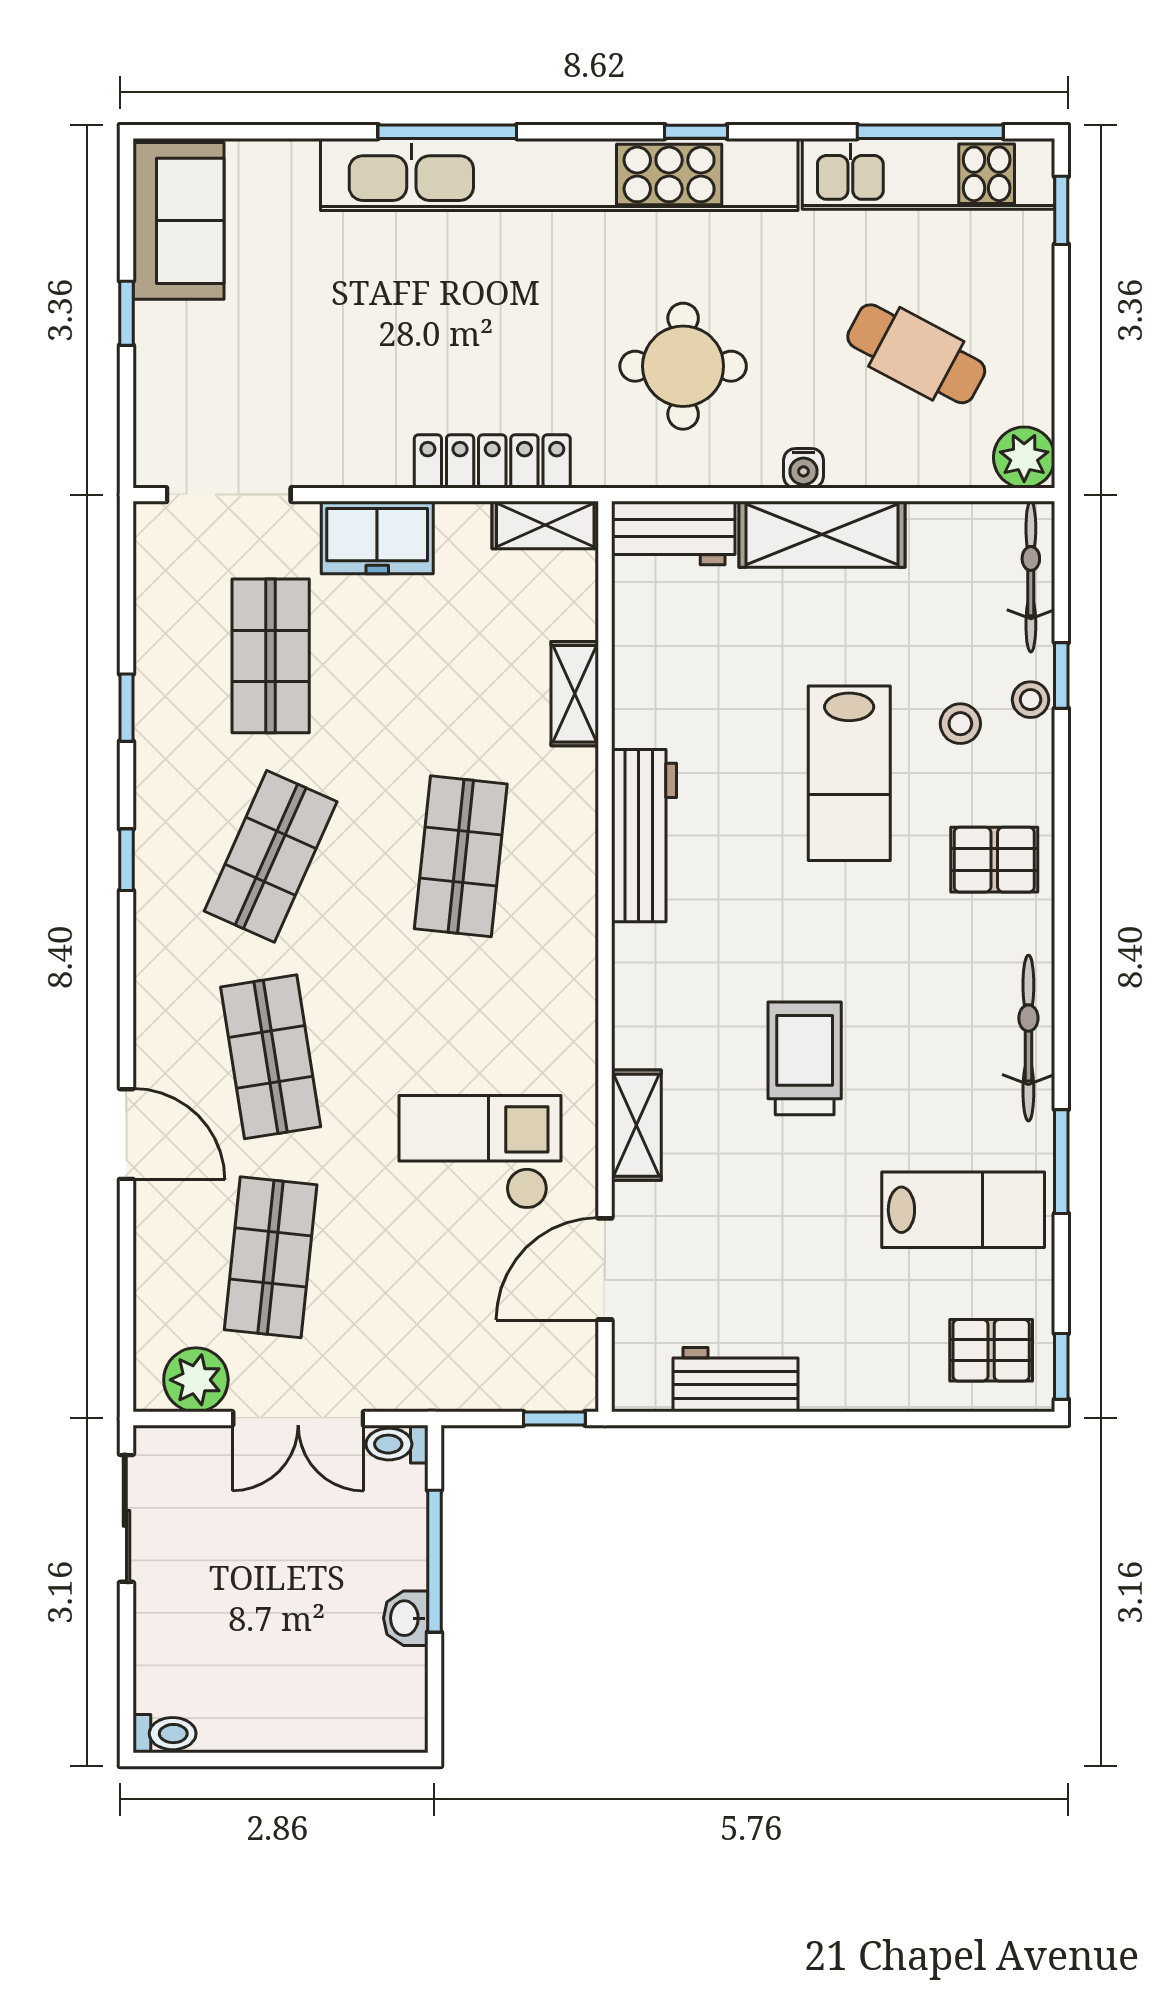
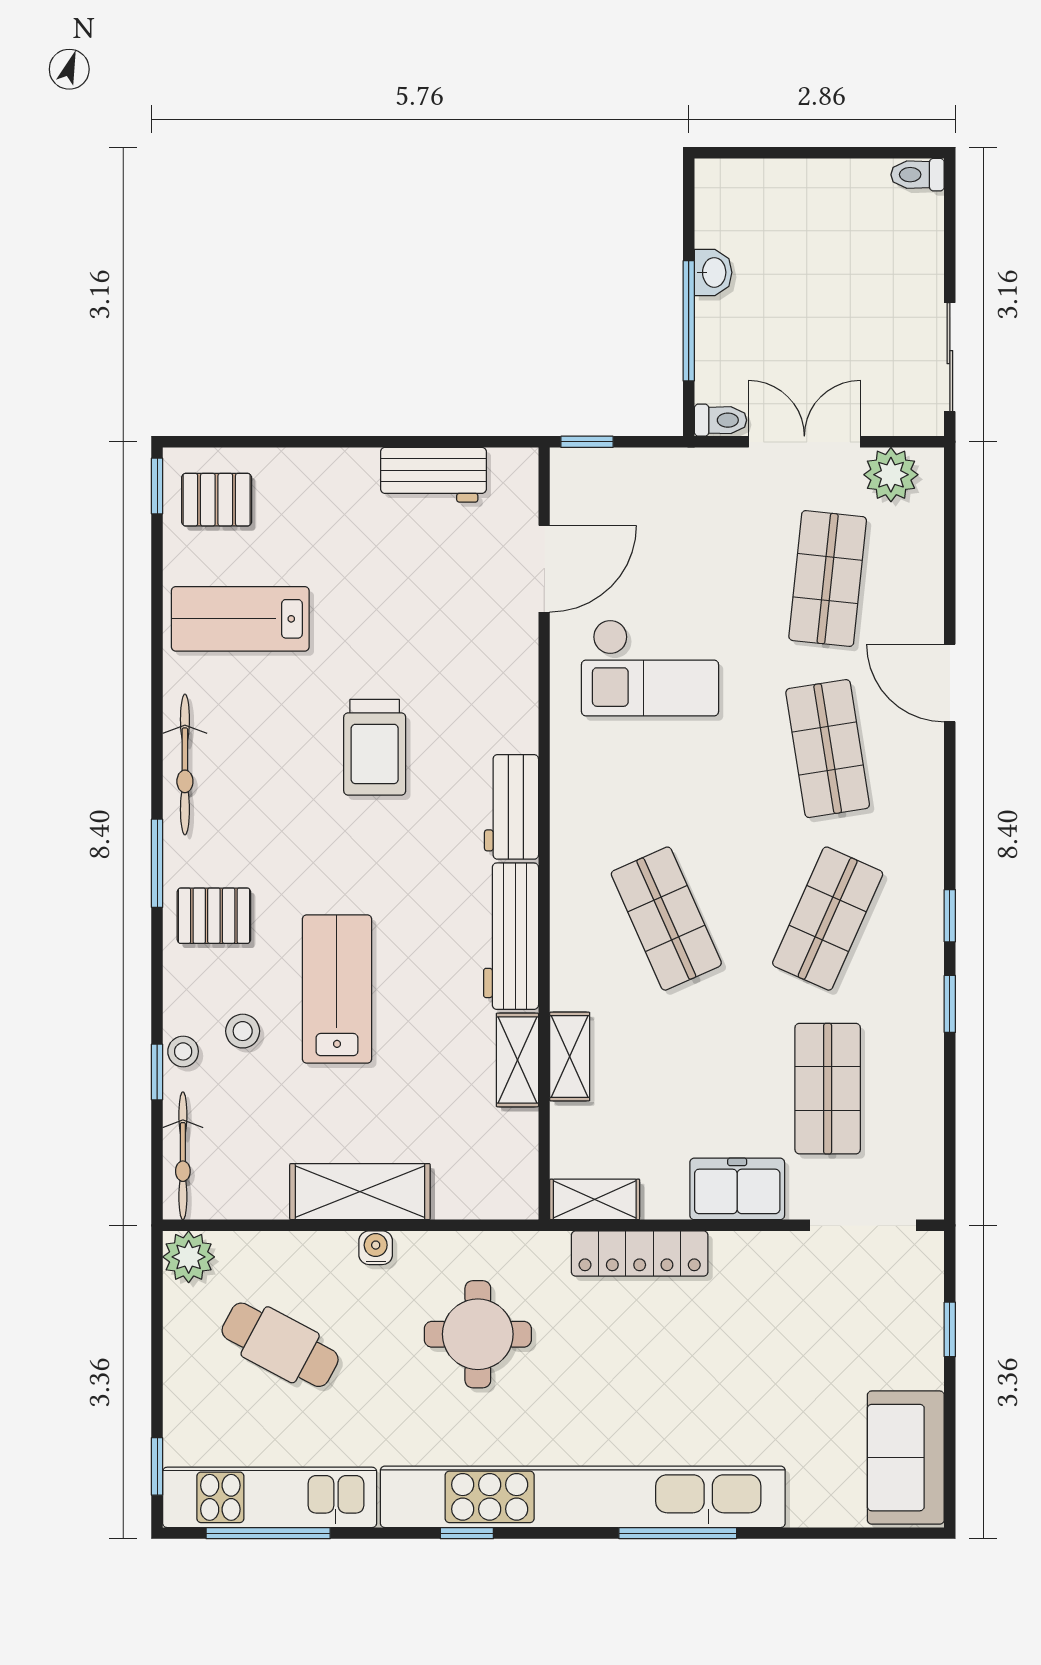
window: (126, 313) -> (950, 1329), moved
workbench: (673, 533) -> (511, 807), moved, turned -90
window: (126, 708) -> (950, 1004), moved
shop shelf: (461, 856) -> (666, 919), turned -30
shelving: (636, 1125) -> (517, 1060), moved
window: (1061, 1162) -> (157, 863), moved

